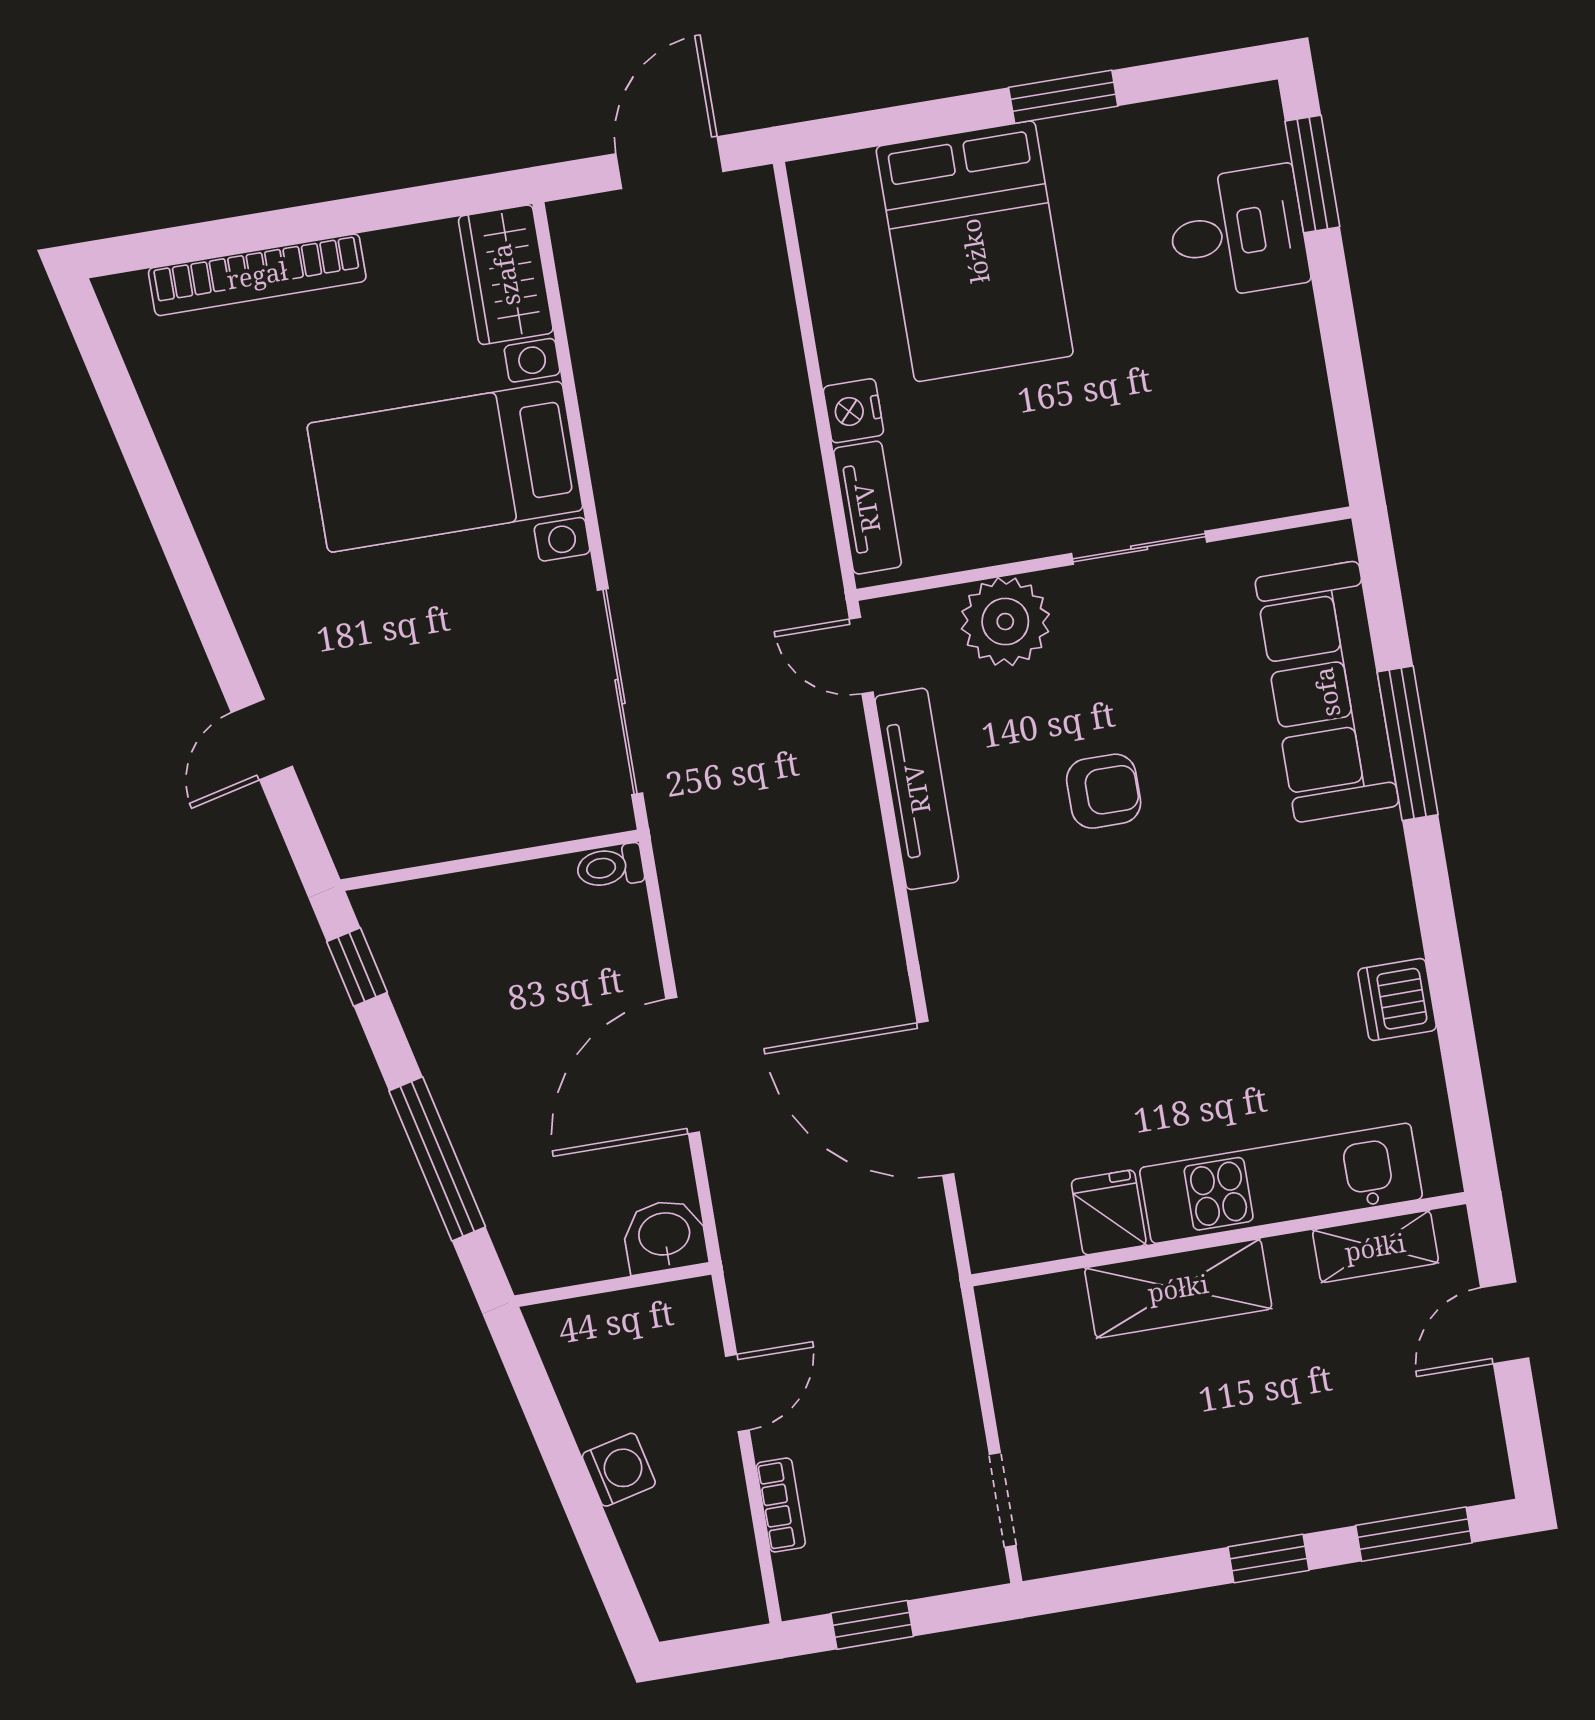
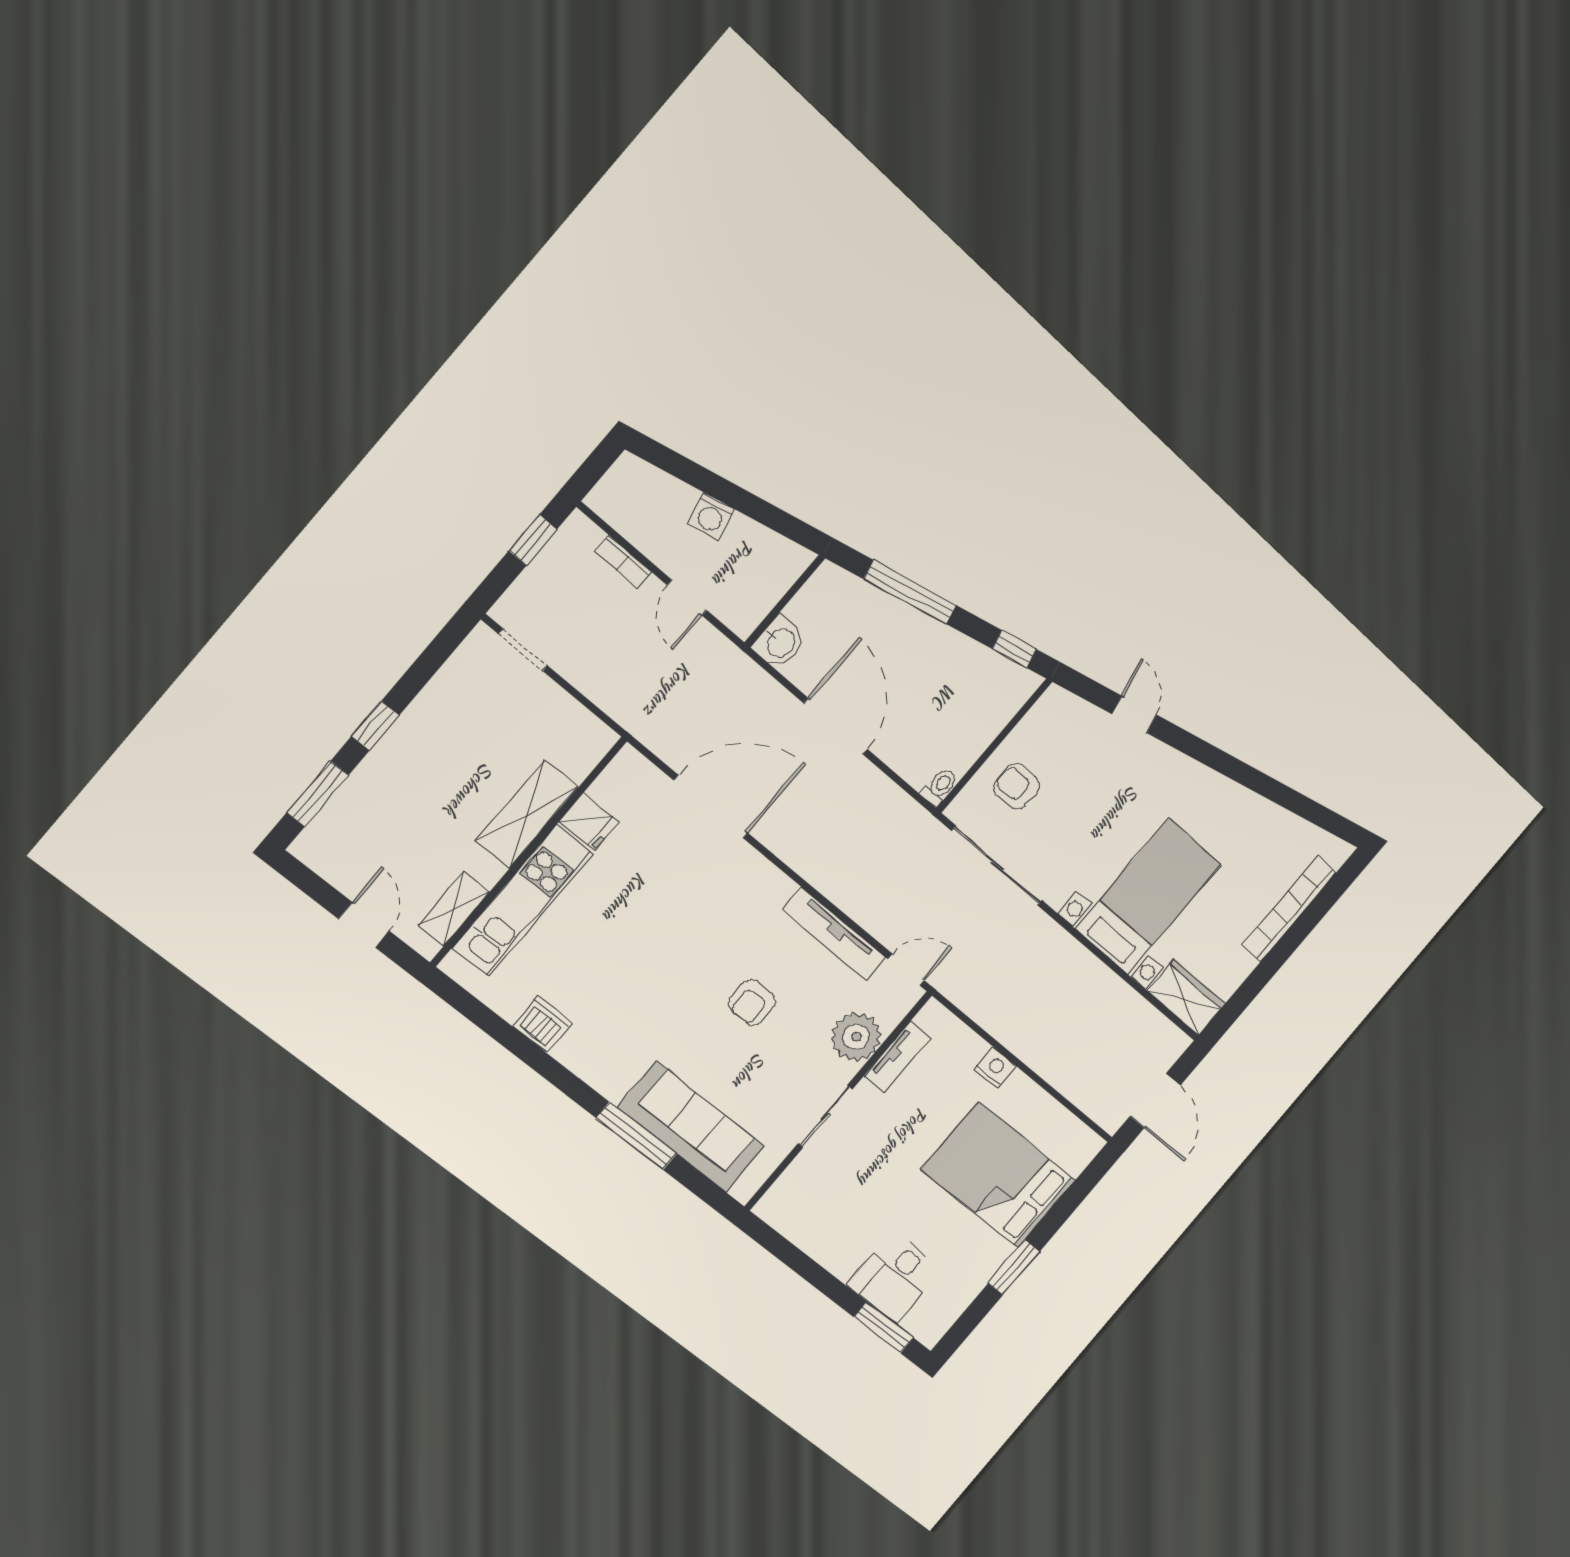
tv unit: (867, 508) -> (898, 1057), moved, turned -90
armchair: (505, 778) -> (1016, 786), added

